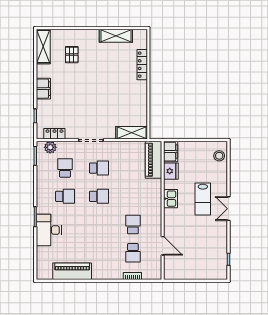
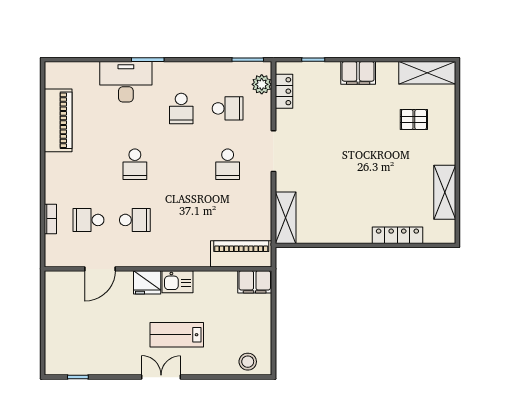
fridge: (171, 171) -> (147, 282), moved
school desk: (99, 196) -> (135, 164), moved

